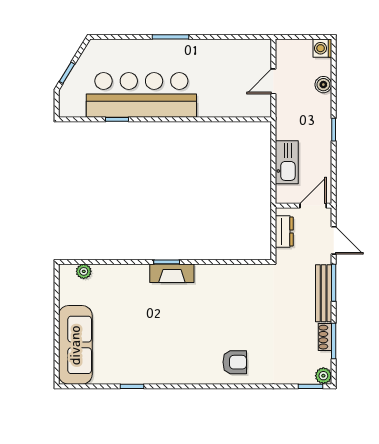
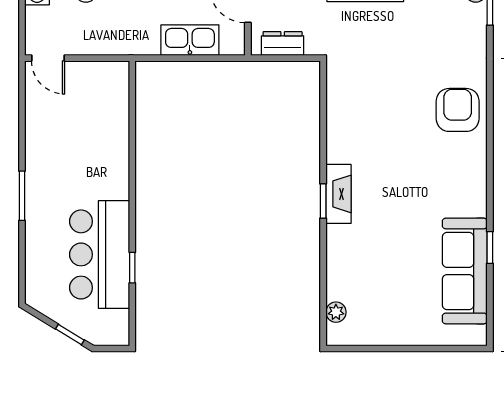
door: (273, 81) -> (48, 58), moved
bar counter: (141, 95) -> (100, 254), width x0.73
sofa: (75, 345) -> (465, 271), moved, turned -90
armchair: (235, 362) -> (458, 110), width x1.38, depth x1.38

